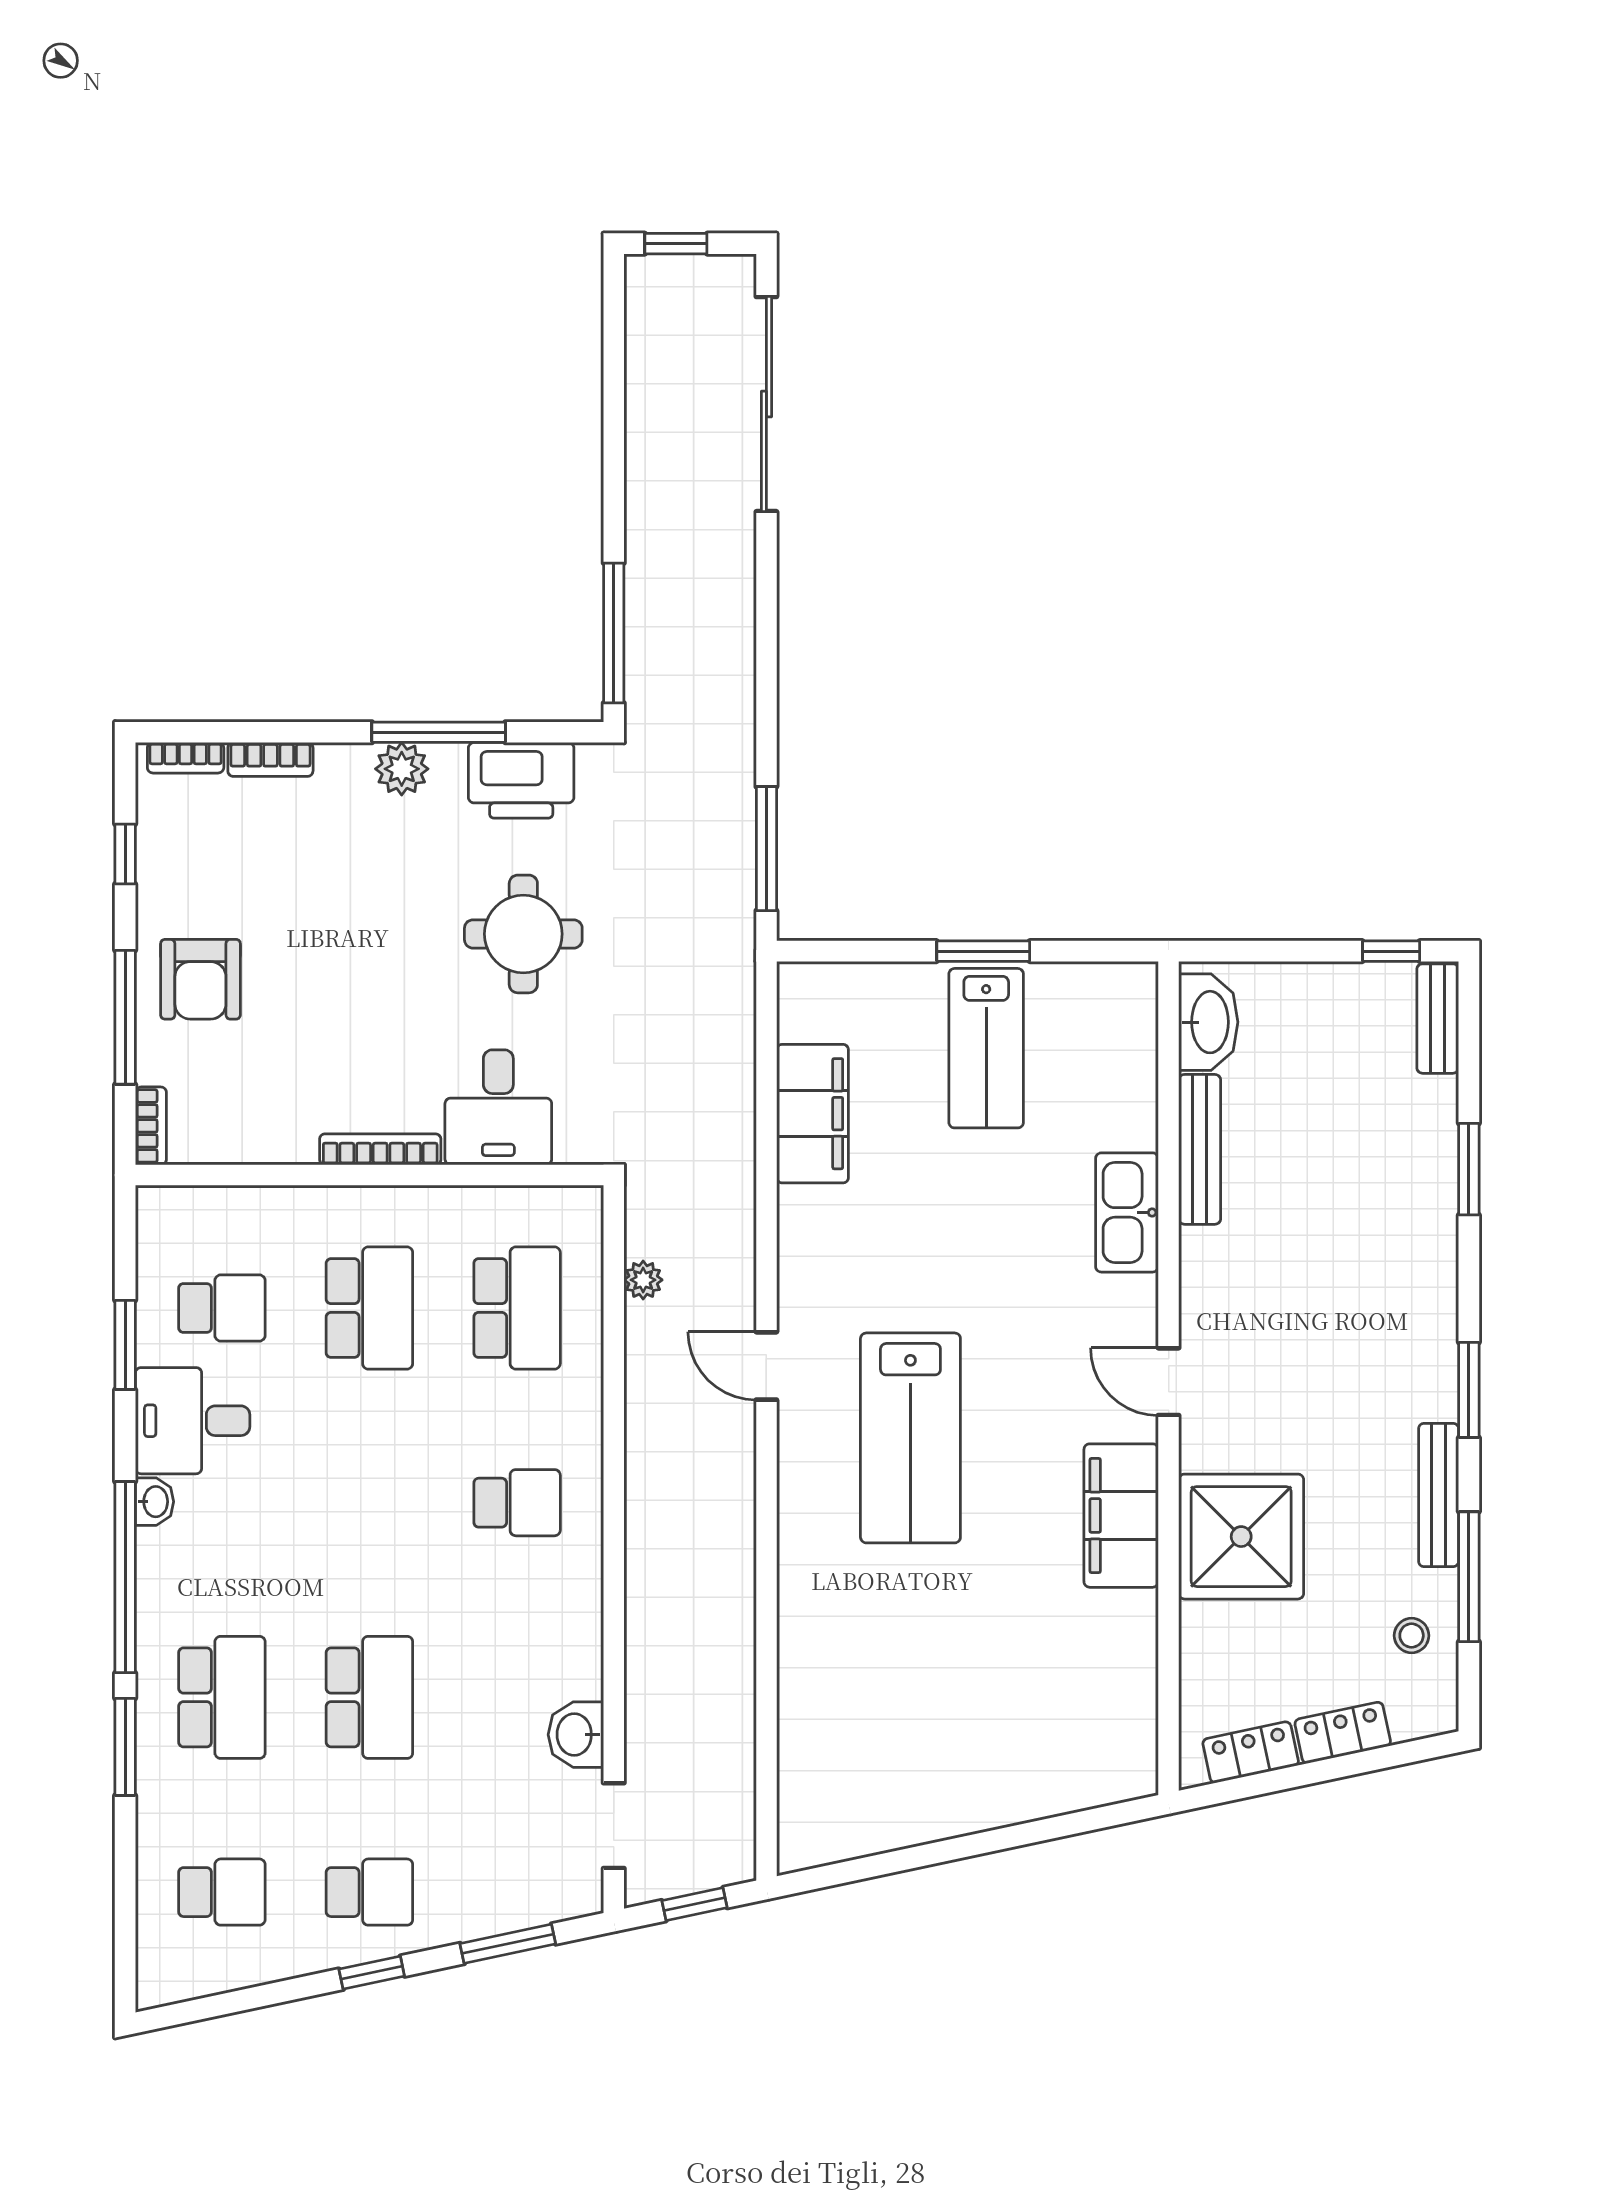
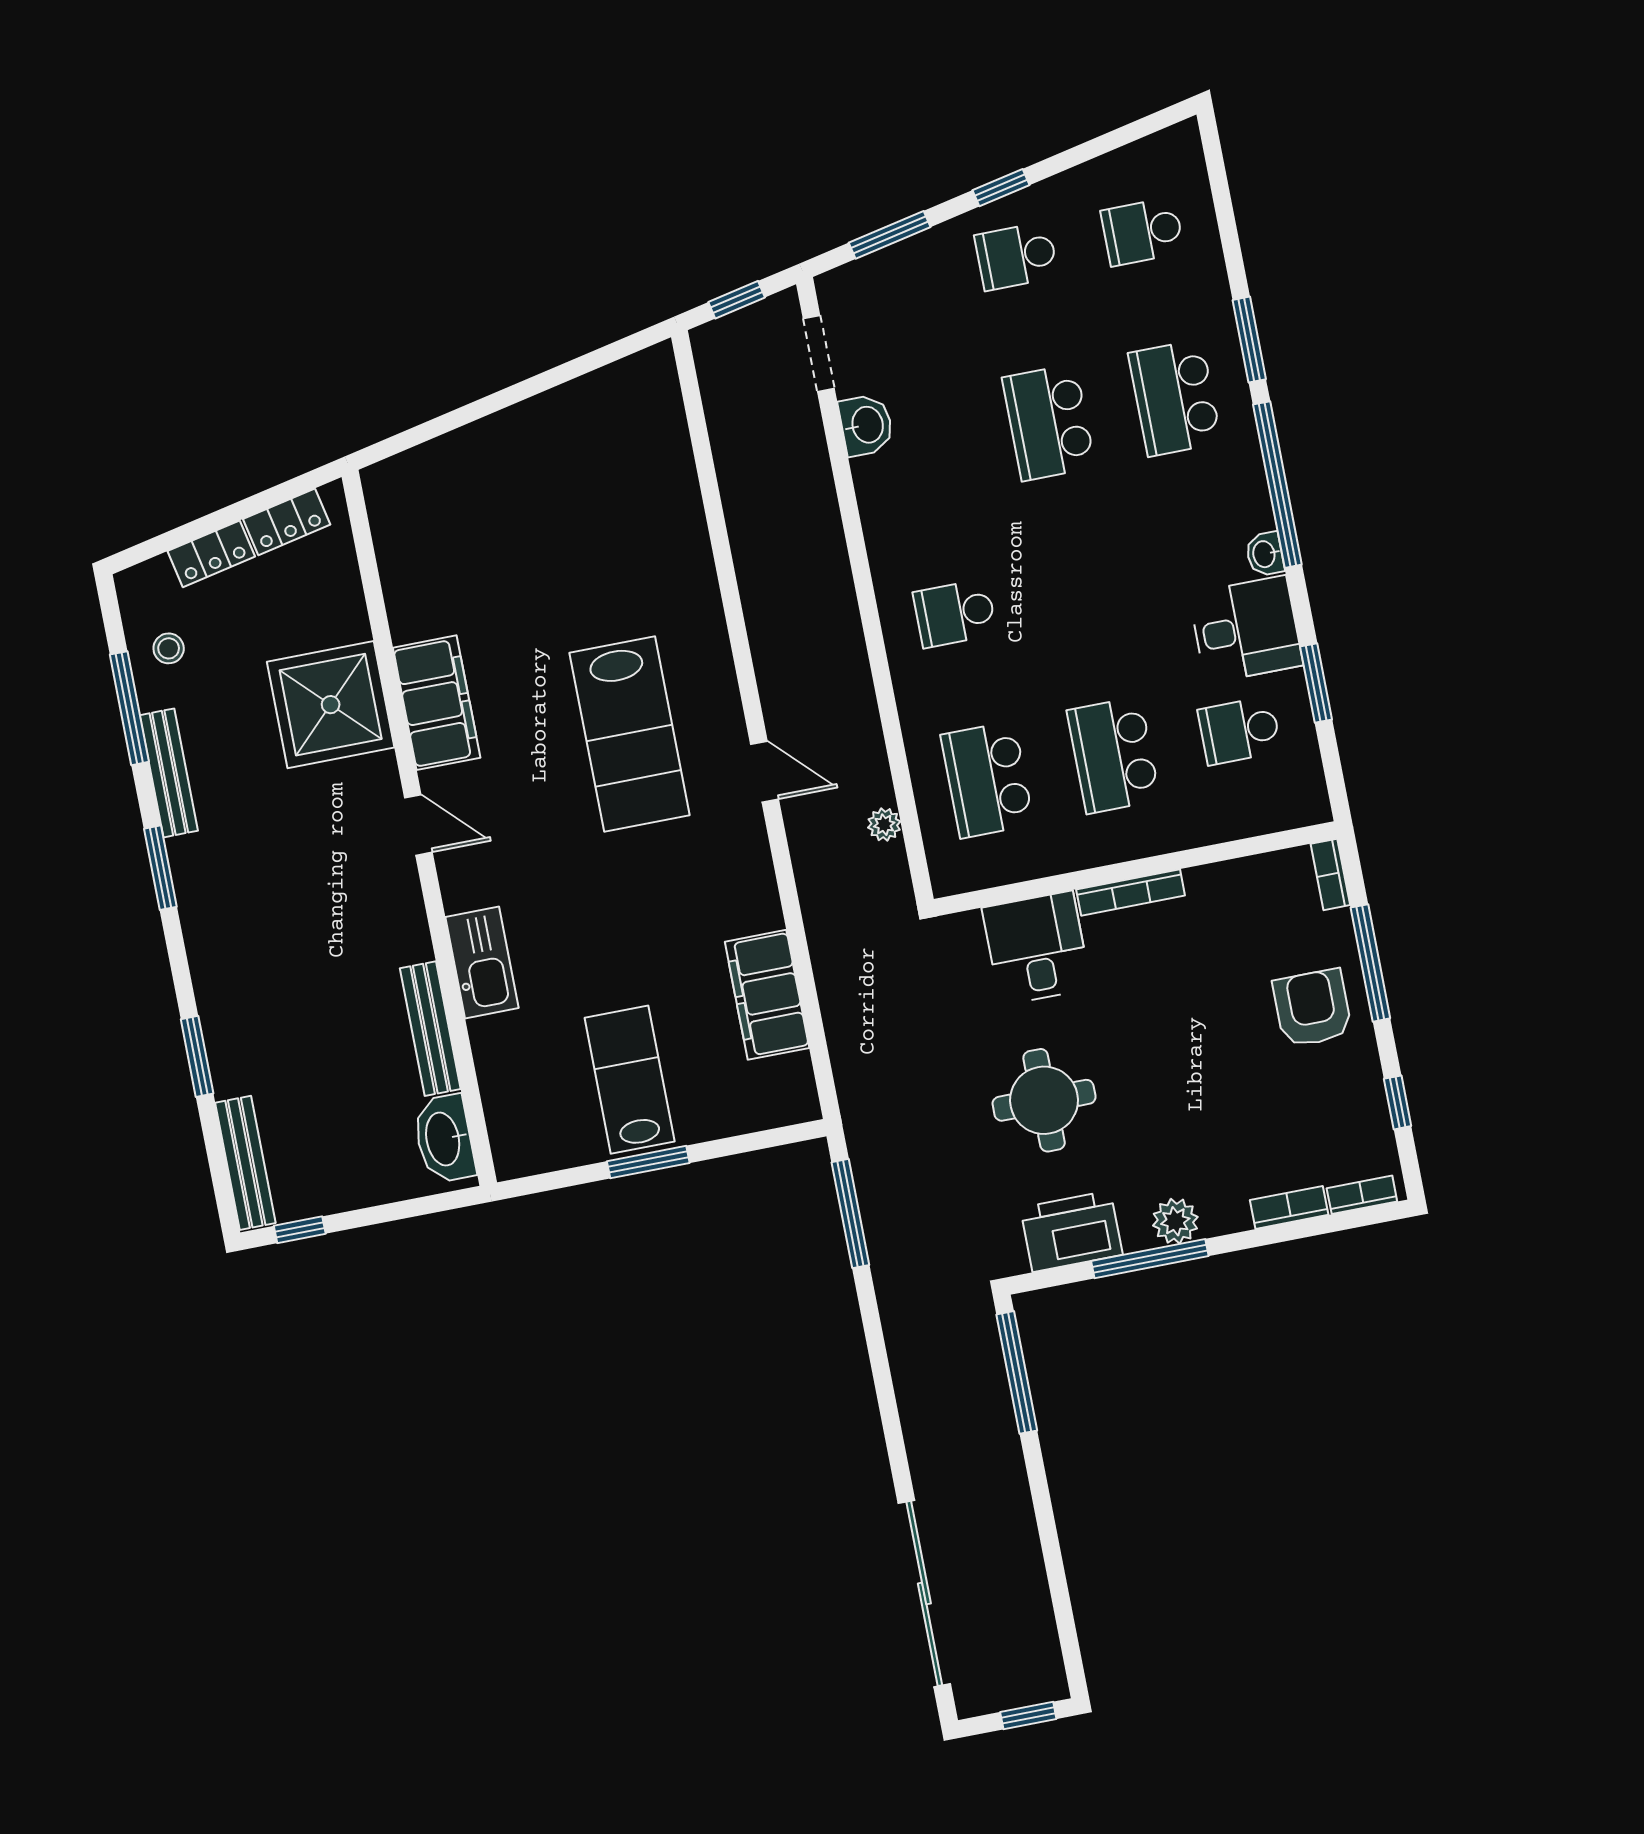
bench: (1438, 1019) -> (245, 1163), width x1.36
lab bench: (910, 1438) -> (630, 734), turned 180

